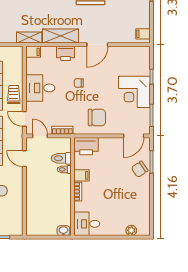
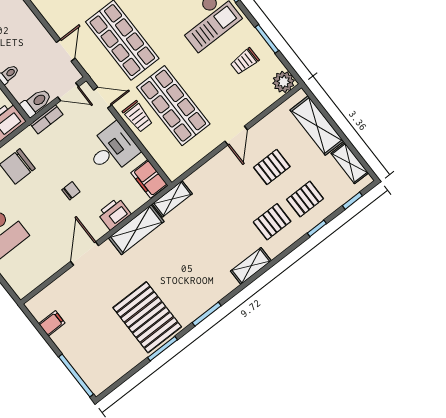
filing cabinet: (143, 34) -> (52, 323), moved
filing cabinet: (33, 52) -> (149, 179), width x2.00
toilet: (61, 158) -> (36, 102), moved
door: (24, 159) -> (66, 50), hinge flipped

